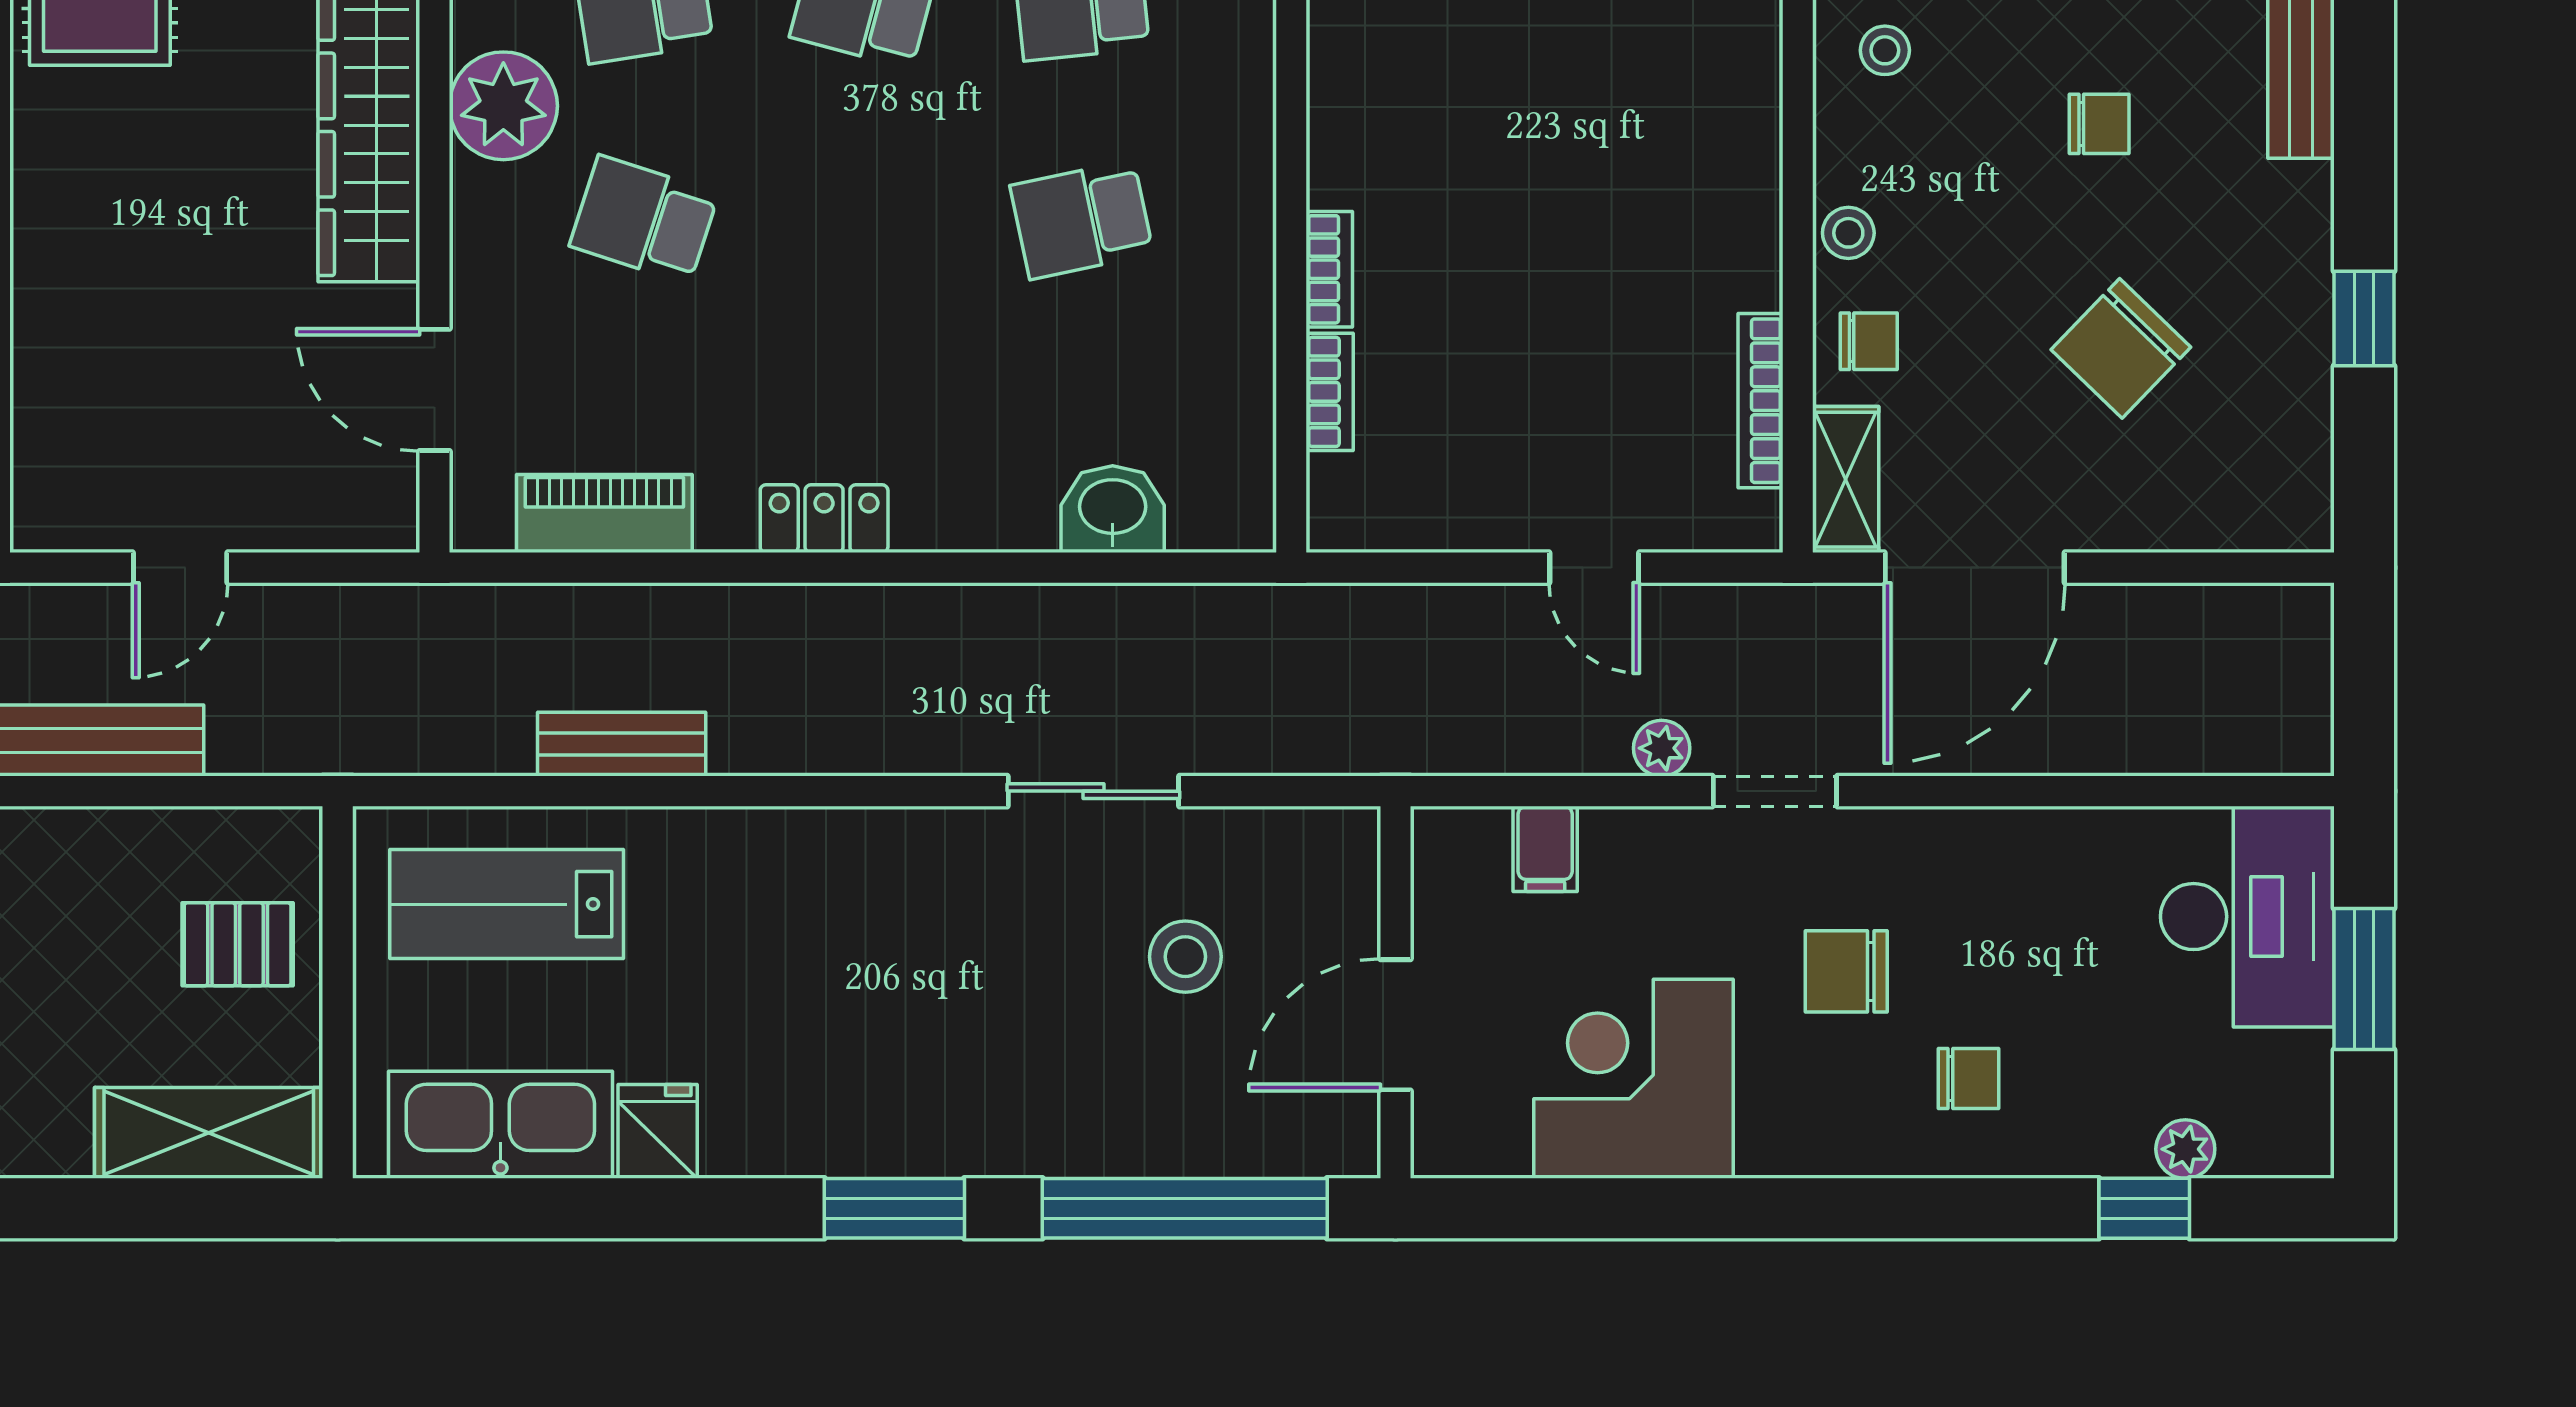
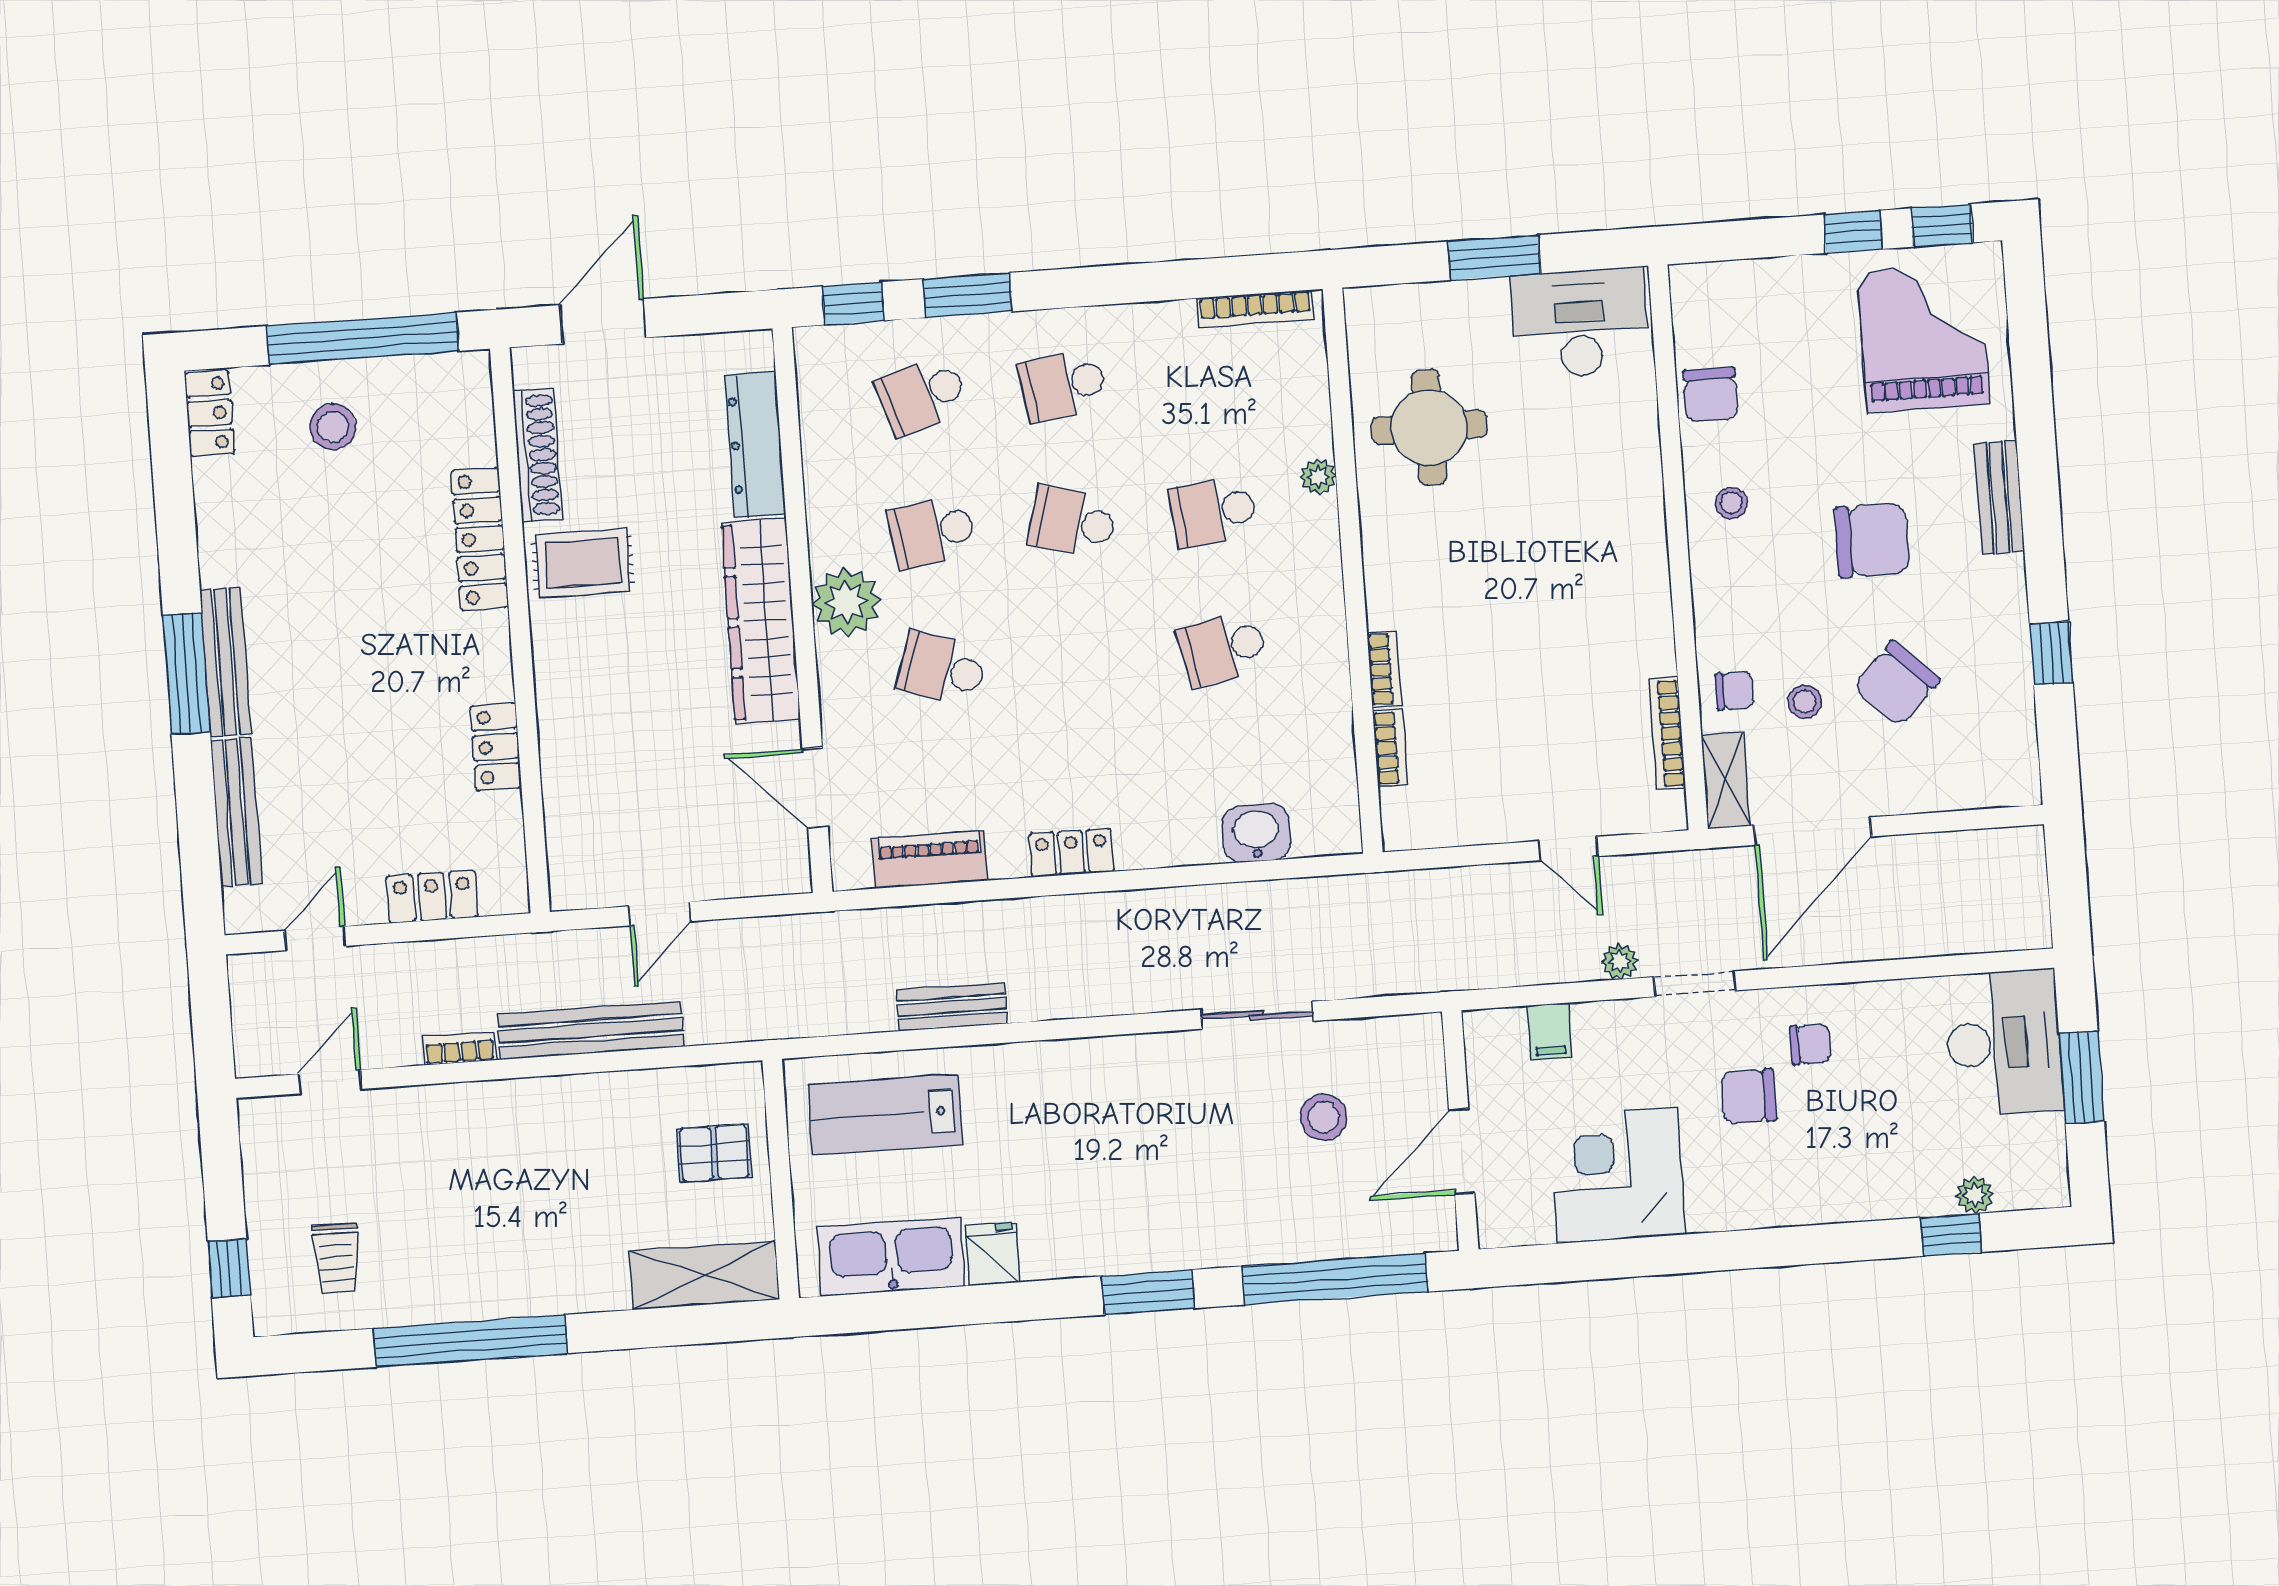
chair: (2099, 124) -> (1872, 540), width x1.87, depth x1.87
stool: (1848, 233) -> (1805, 702), moved
chair: (1968, 1079) -> (1810, 1044), moved

